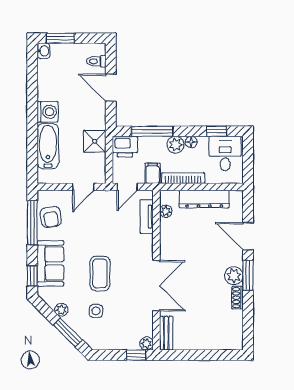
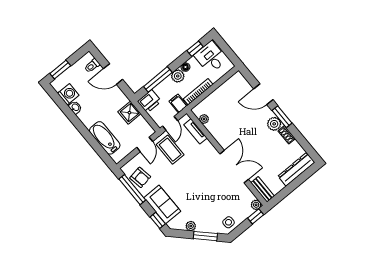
washbasin: (44, 51) -> (75, 107), moved
washing machine: (48, 112) -> (68, 94), moved
dresser: (204, 199) -> (296, 169), moved, turned 180
coffee table: (100, 273) -> (170, 150), moved
side table: (96, 311) -> (228, 222), moved

